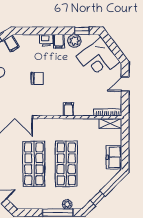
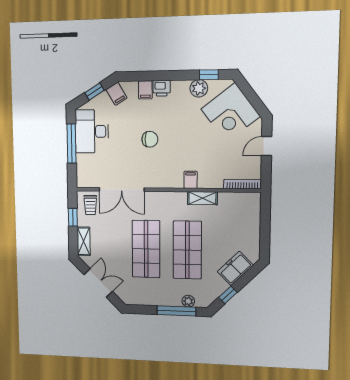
filing cabinet: (59, 41) -> (145, 90), moved
shelving: (110, 123) -> (202, 198), moved
freezer: (114, 157) -> (235, 268), moved, turned 45

